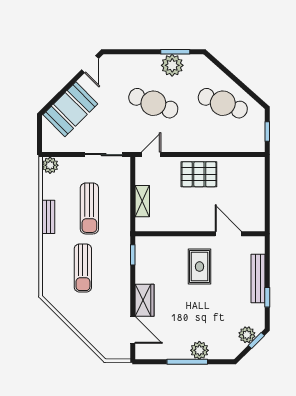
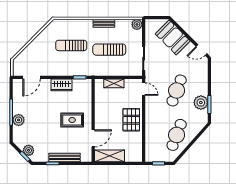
shelving: (256, 208) -> (110, 156), added
wardrobe: (144, 300) -> (61, 85), moved

